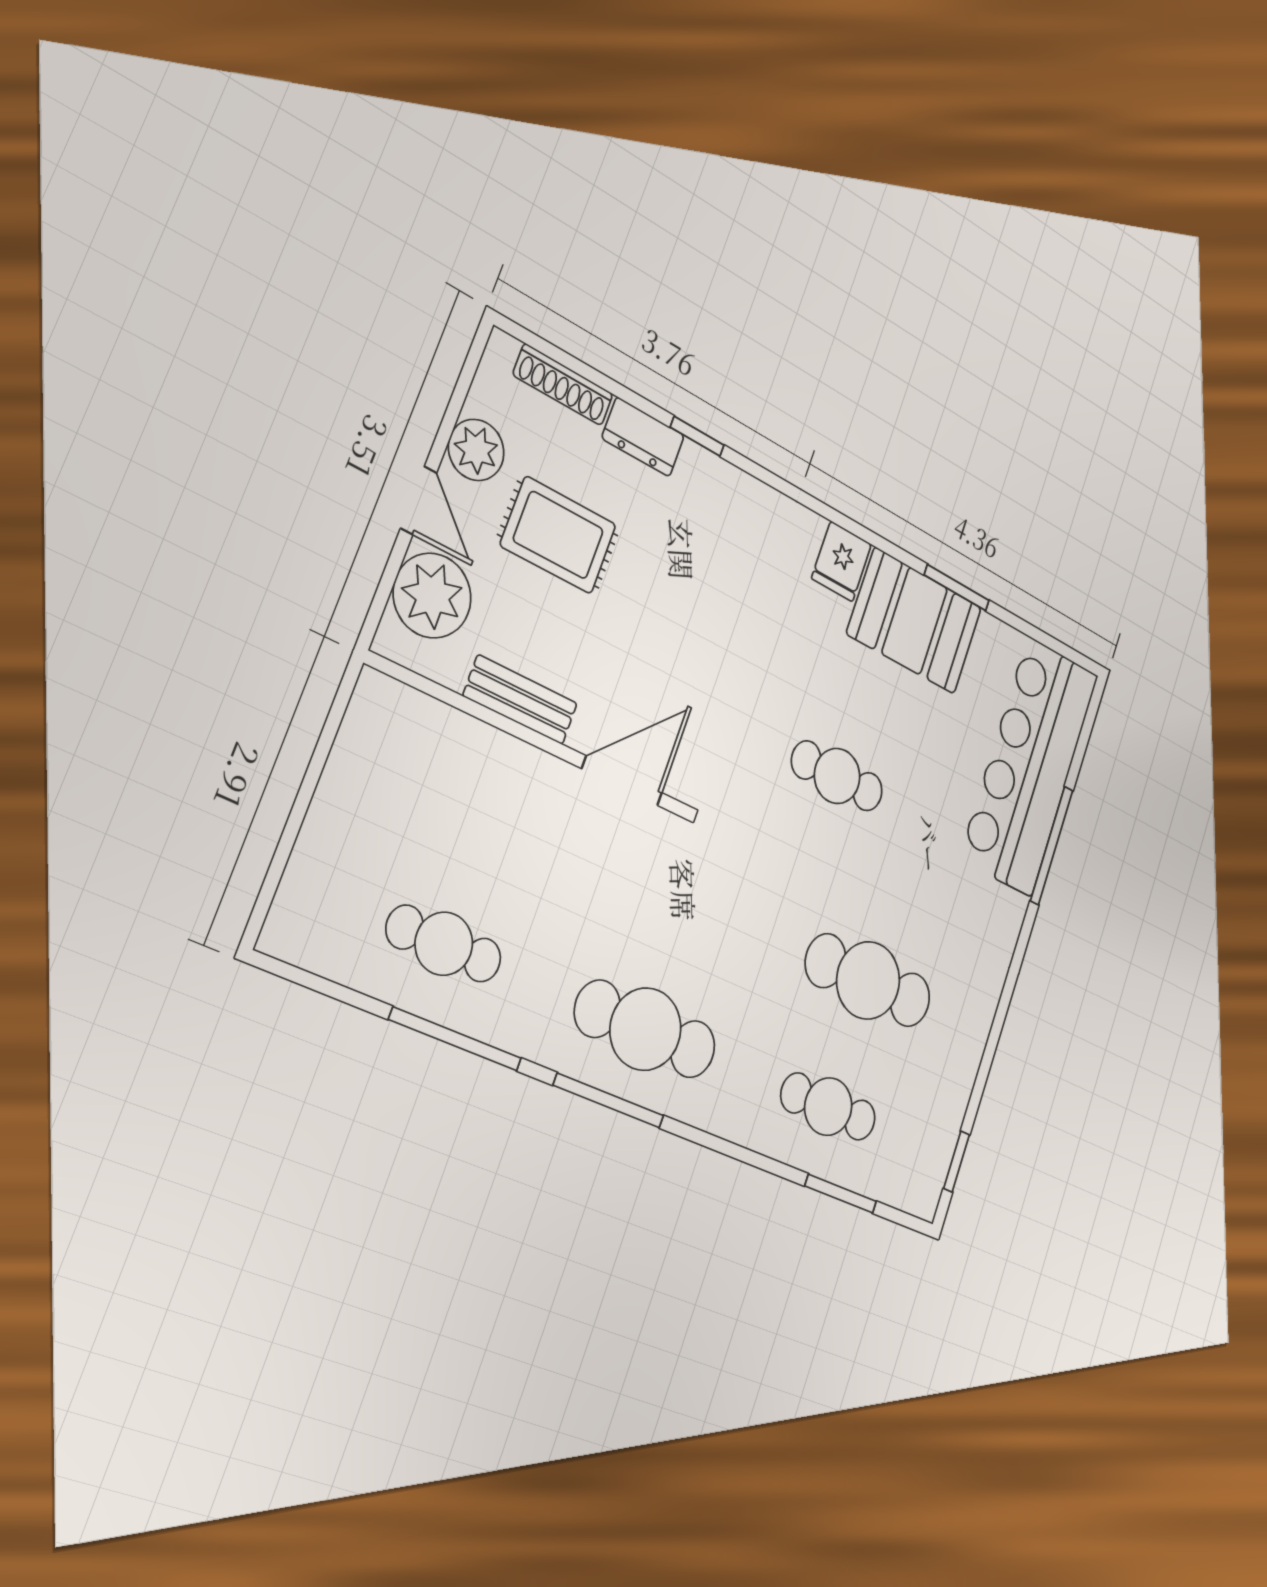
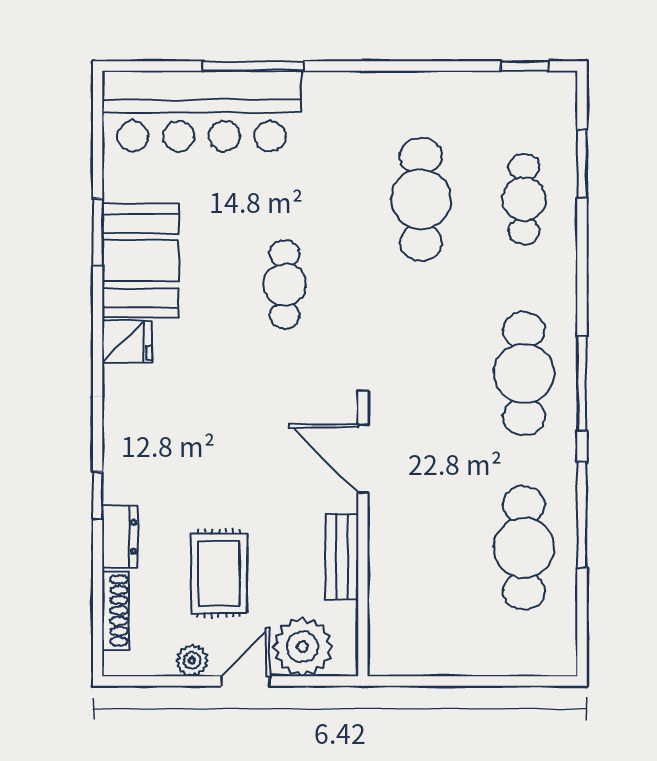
plant: (476, 450) -> (192, 661), width x0.73, depth x0.73
cafe table: (444, 944) -> (524, 548), width x1.37, depth x1.35

